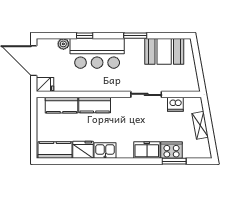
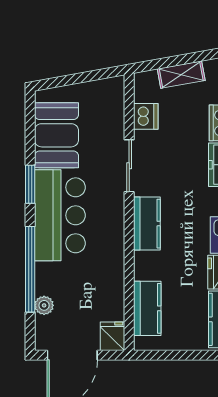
window: (85, 36) -> (30, 269), width x3.17
bar counter: (97, 53) -> (60, 215), moved
kitchen counter: (95, 105) -> (147, 224), moved

